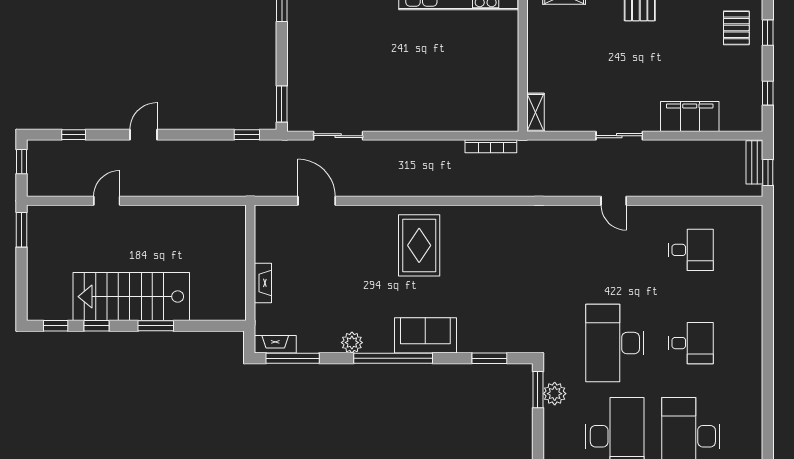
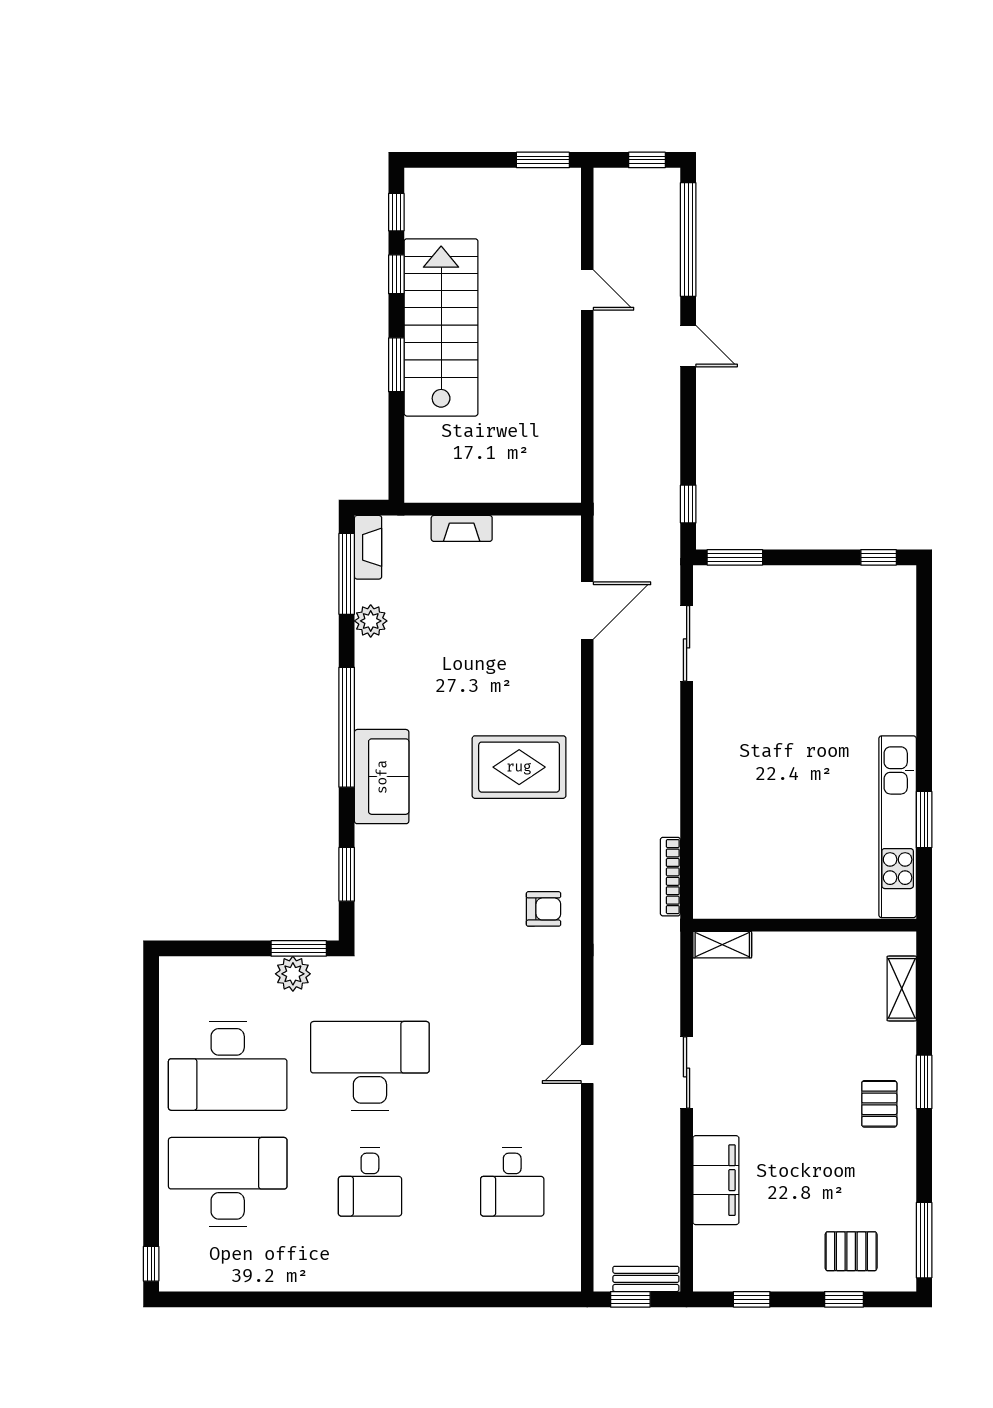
window: (74, 135) -> (688, 239), width x3.17
armchair: (512, 229) -> (544, 909), added
plant: (352, 343) -> (371, 621), moved

